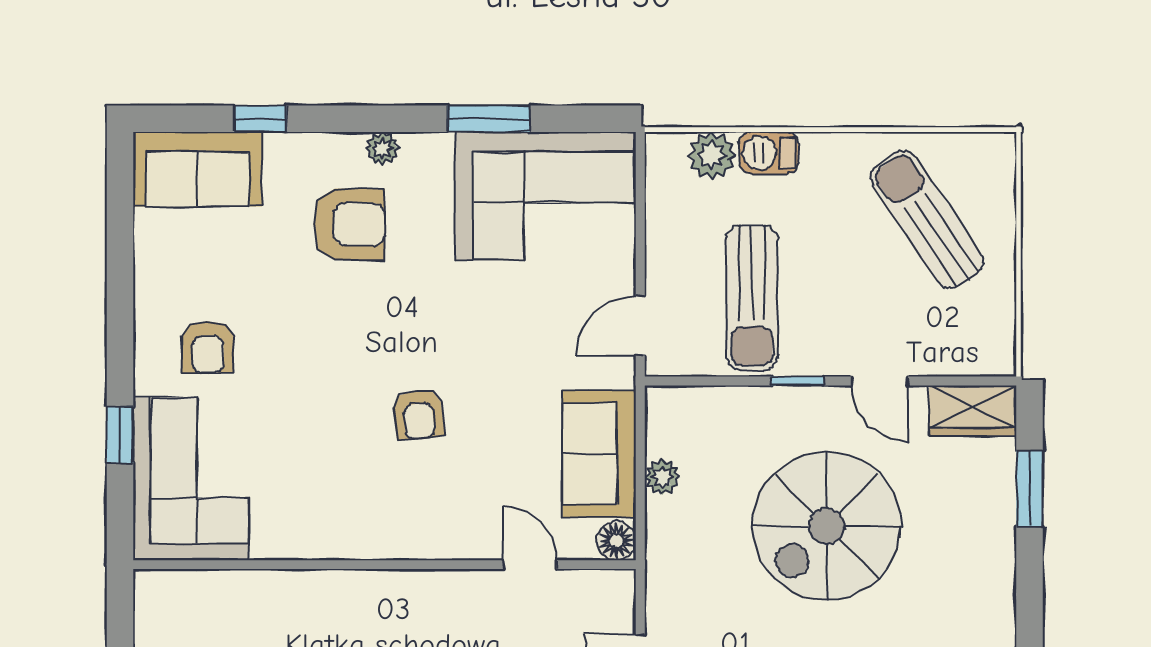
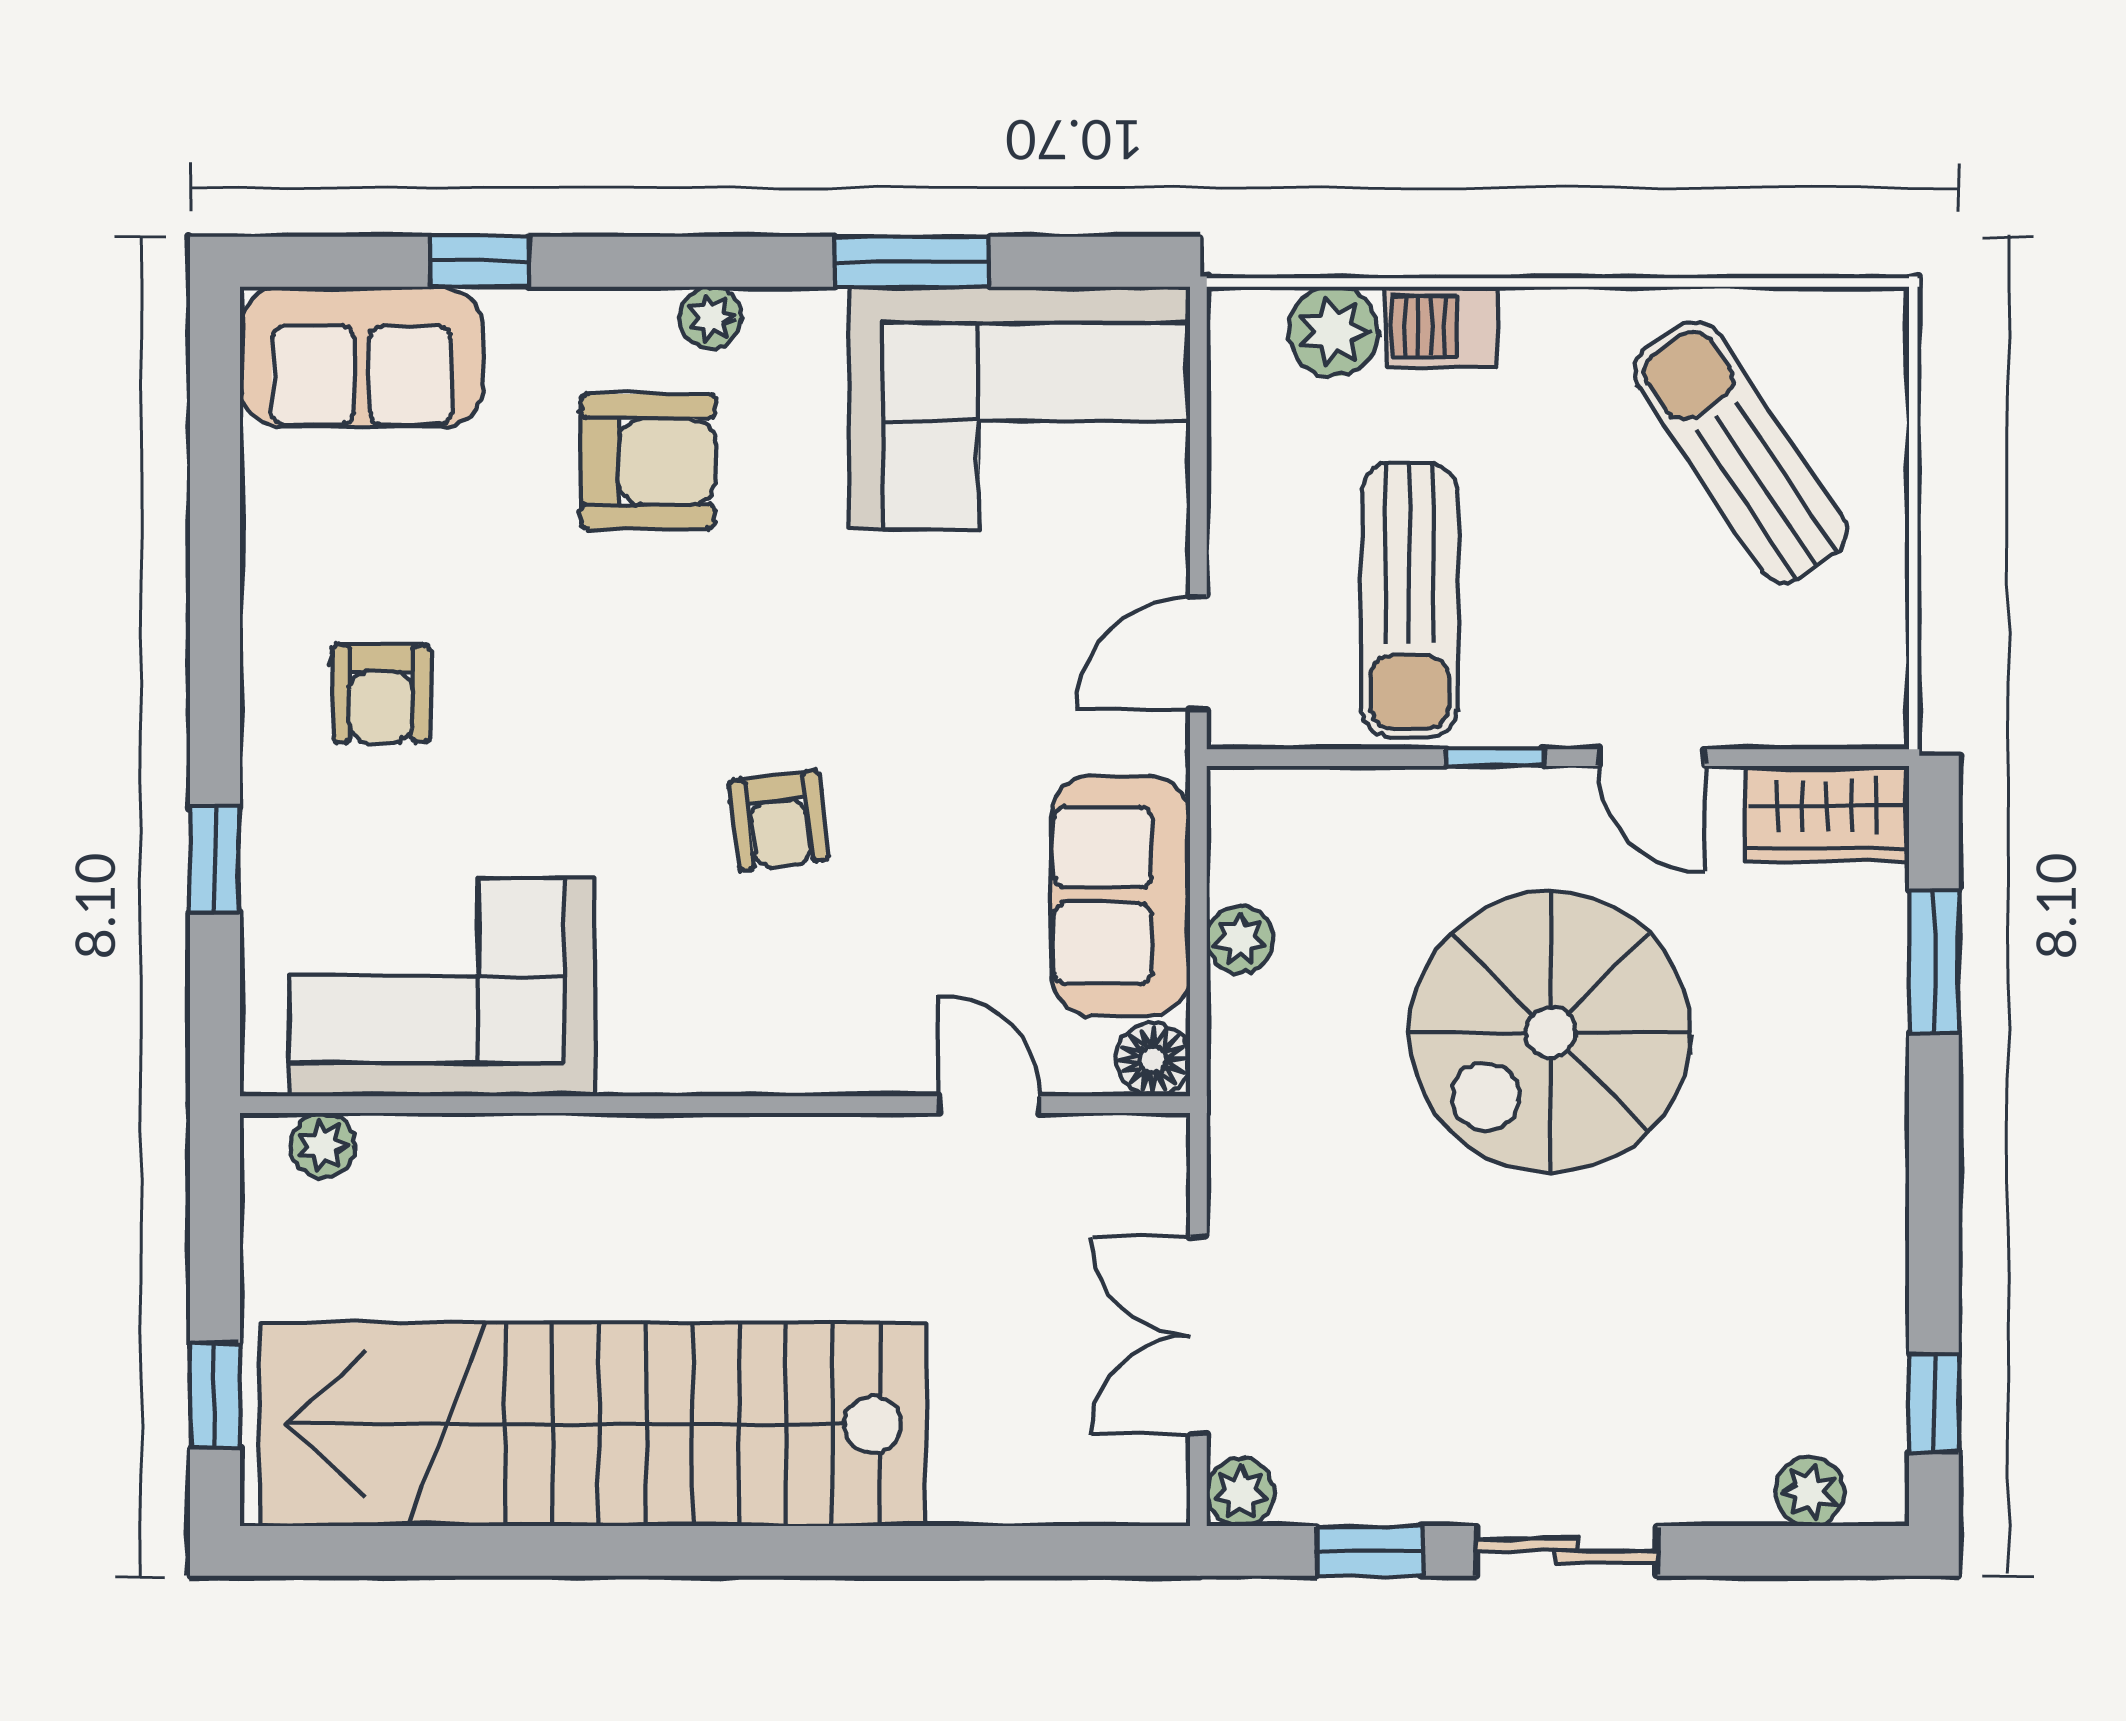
corner sofa: (191, 479) -> (442, 987), moved, turned -90
plant: (177, 586) -> (323, 1145), added

